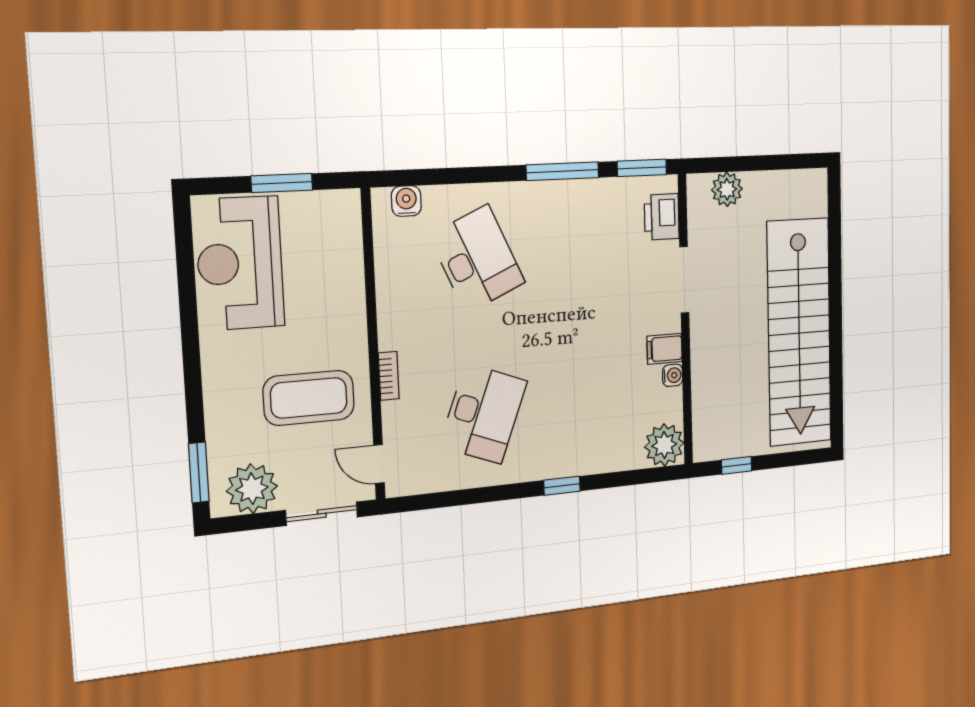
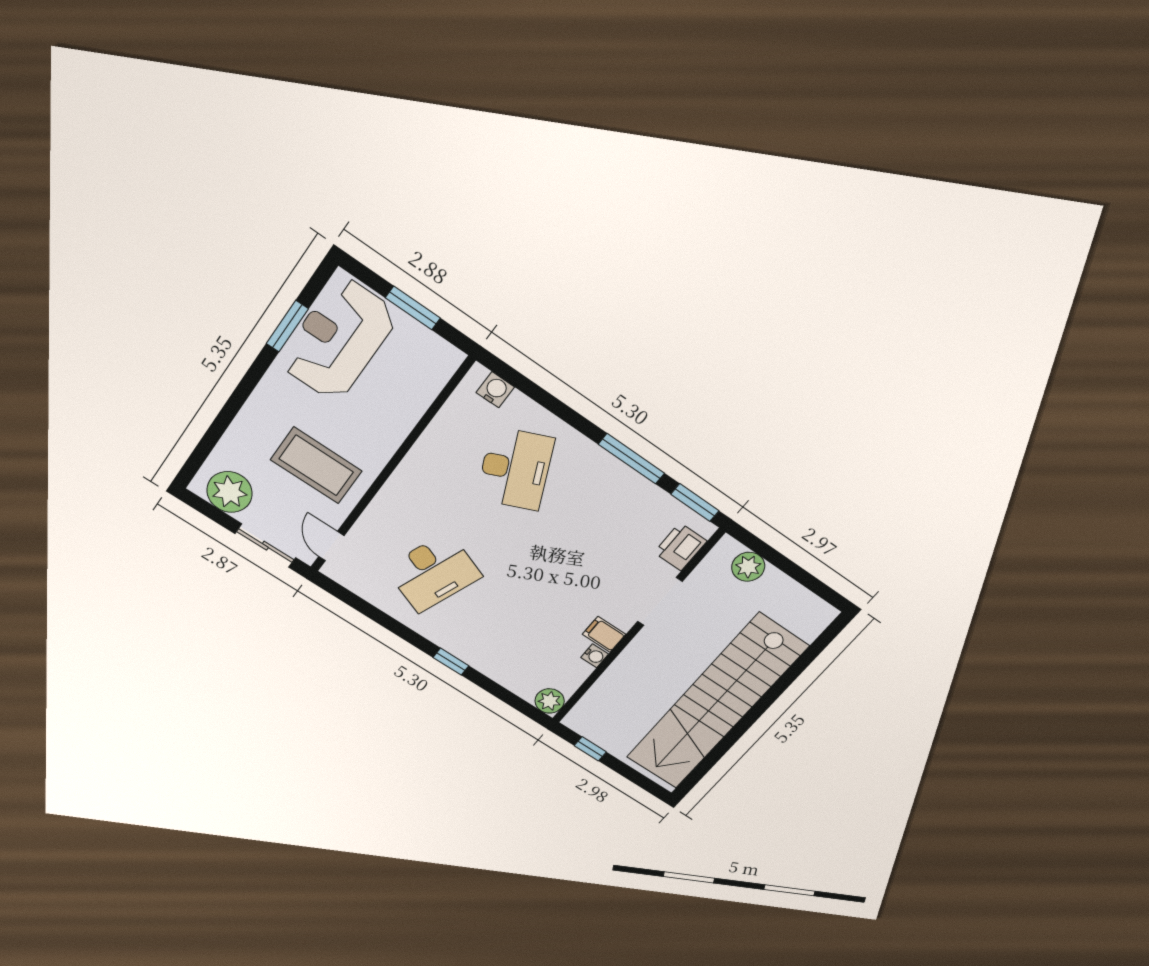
bookcase: (389, 376) -> (385, 495), removed
plant: (664, 445) -> (550, 701), width x0.73, depth x0.73
window: (199, 473) -> (287, 326), moved

